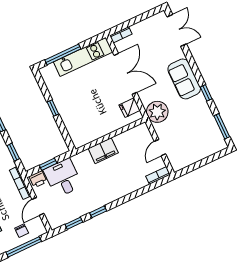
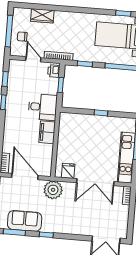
sofa: (184, 79) -> (25, 221), moved
door: (160, 148) -> (25, 176), width x1.88
desk: (63, 178) -> (43, 107), moved

